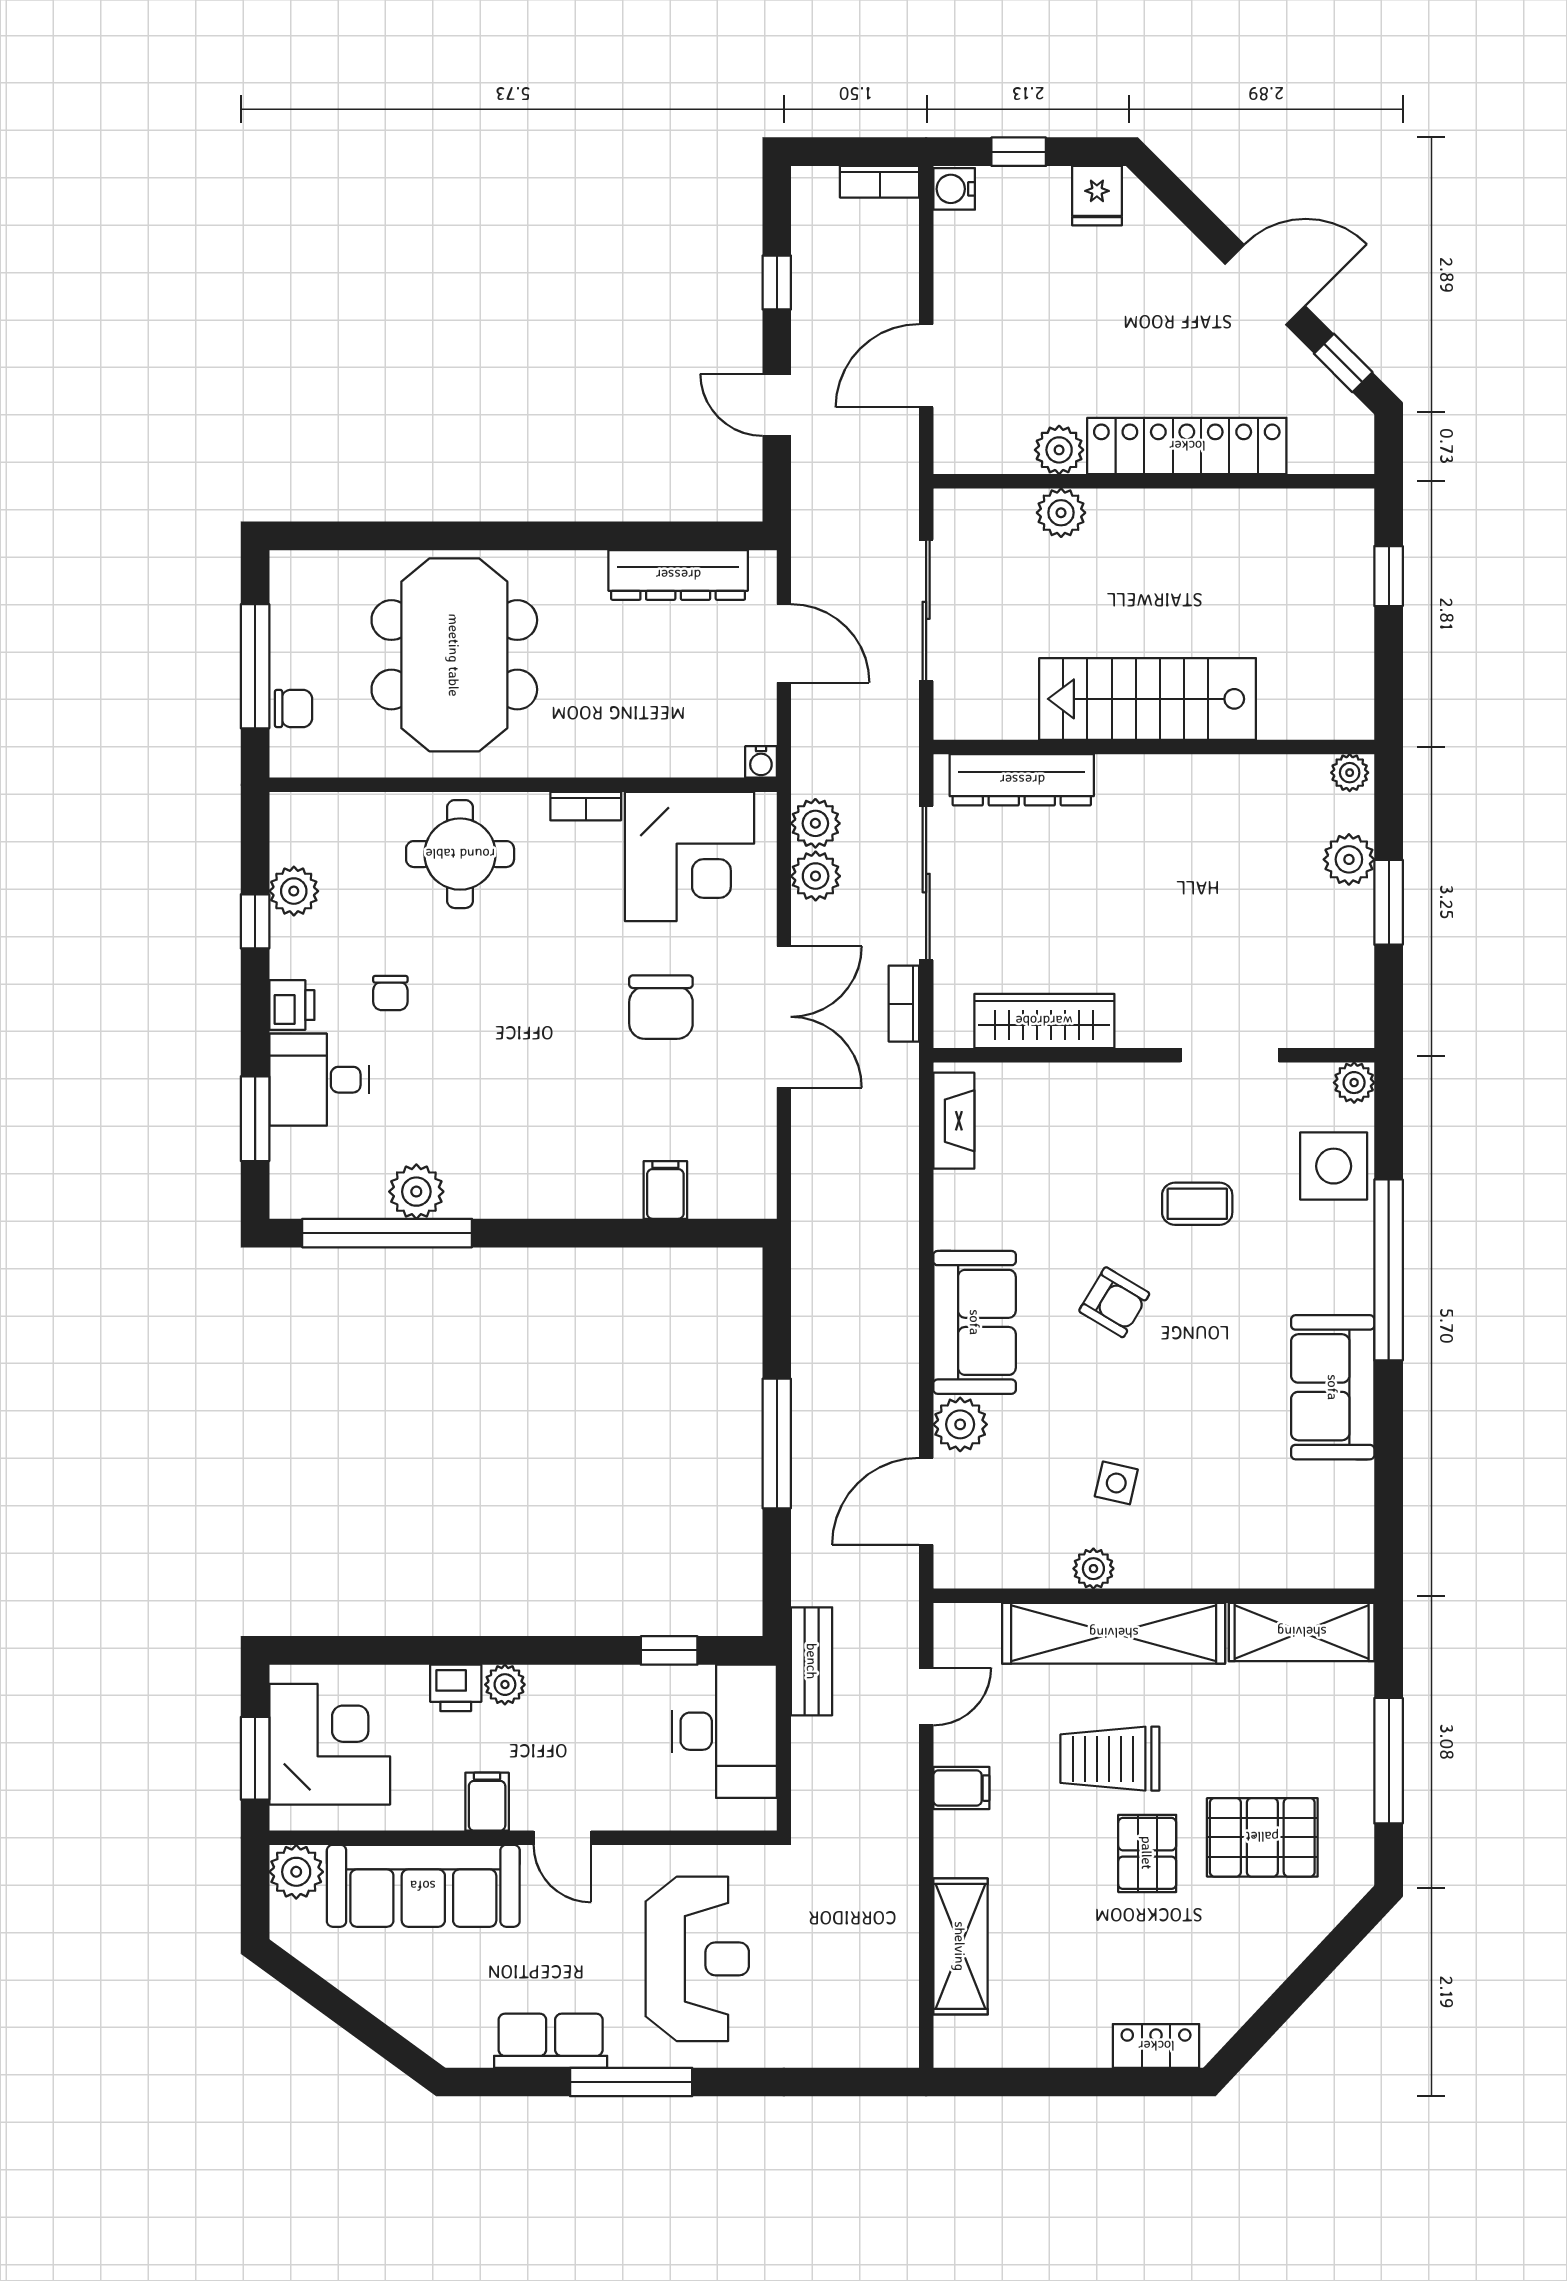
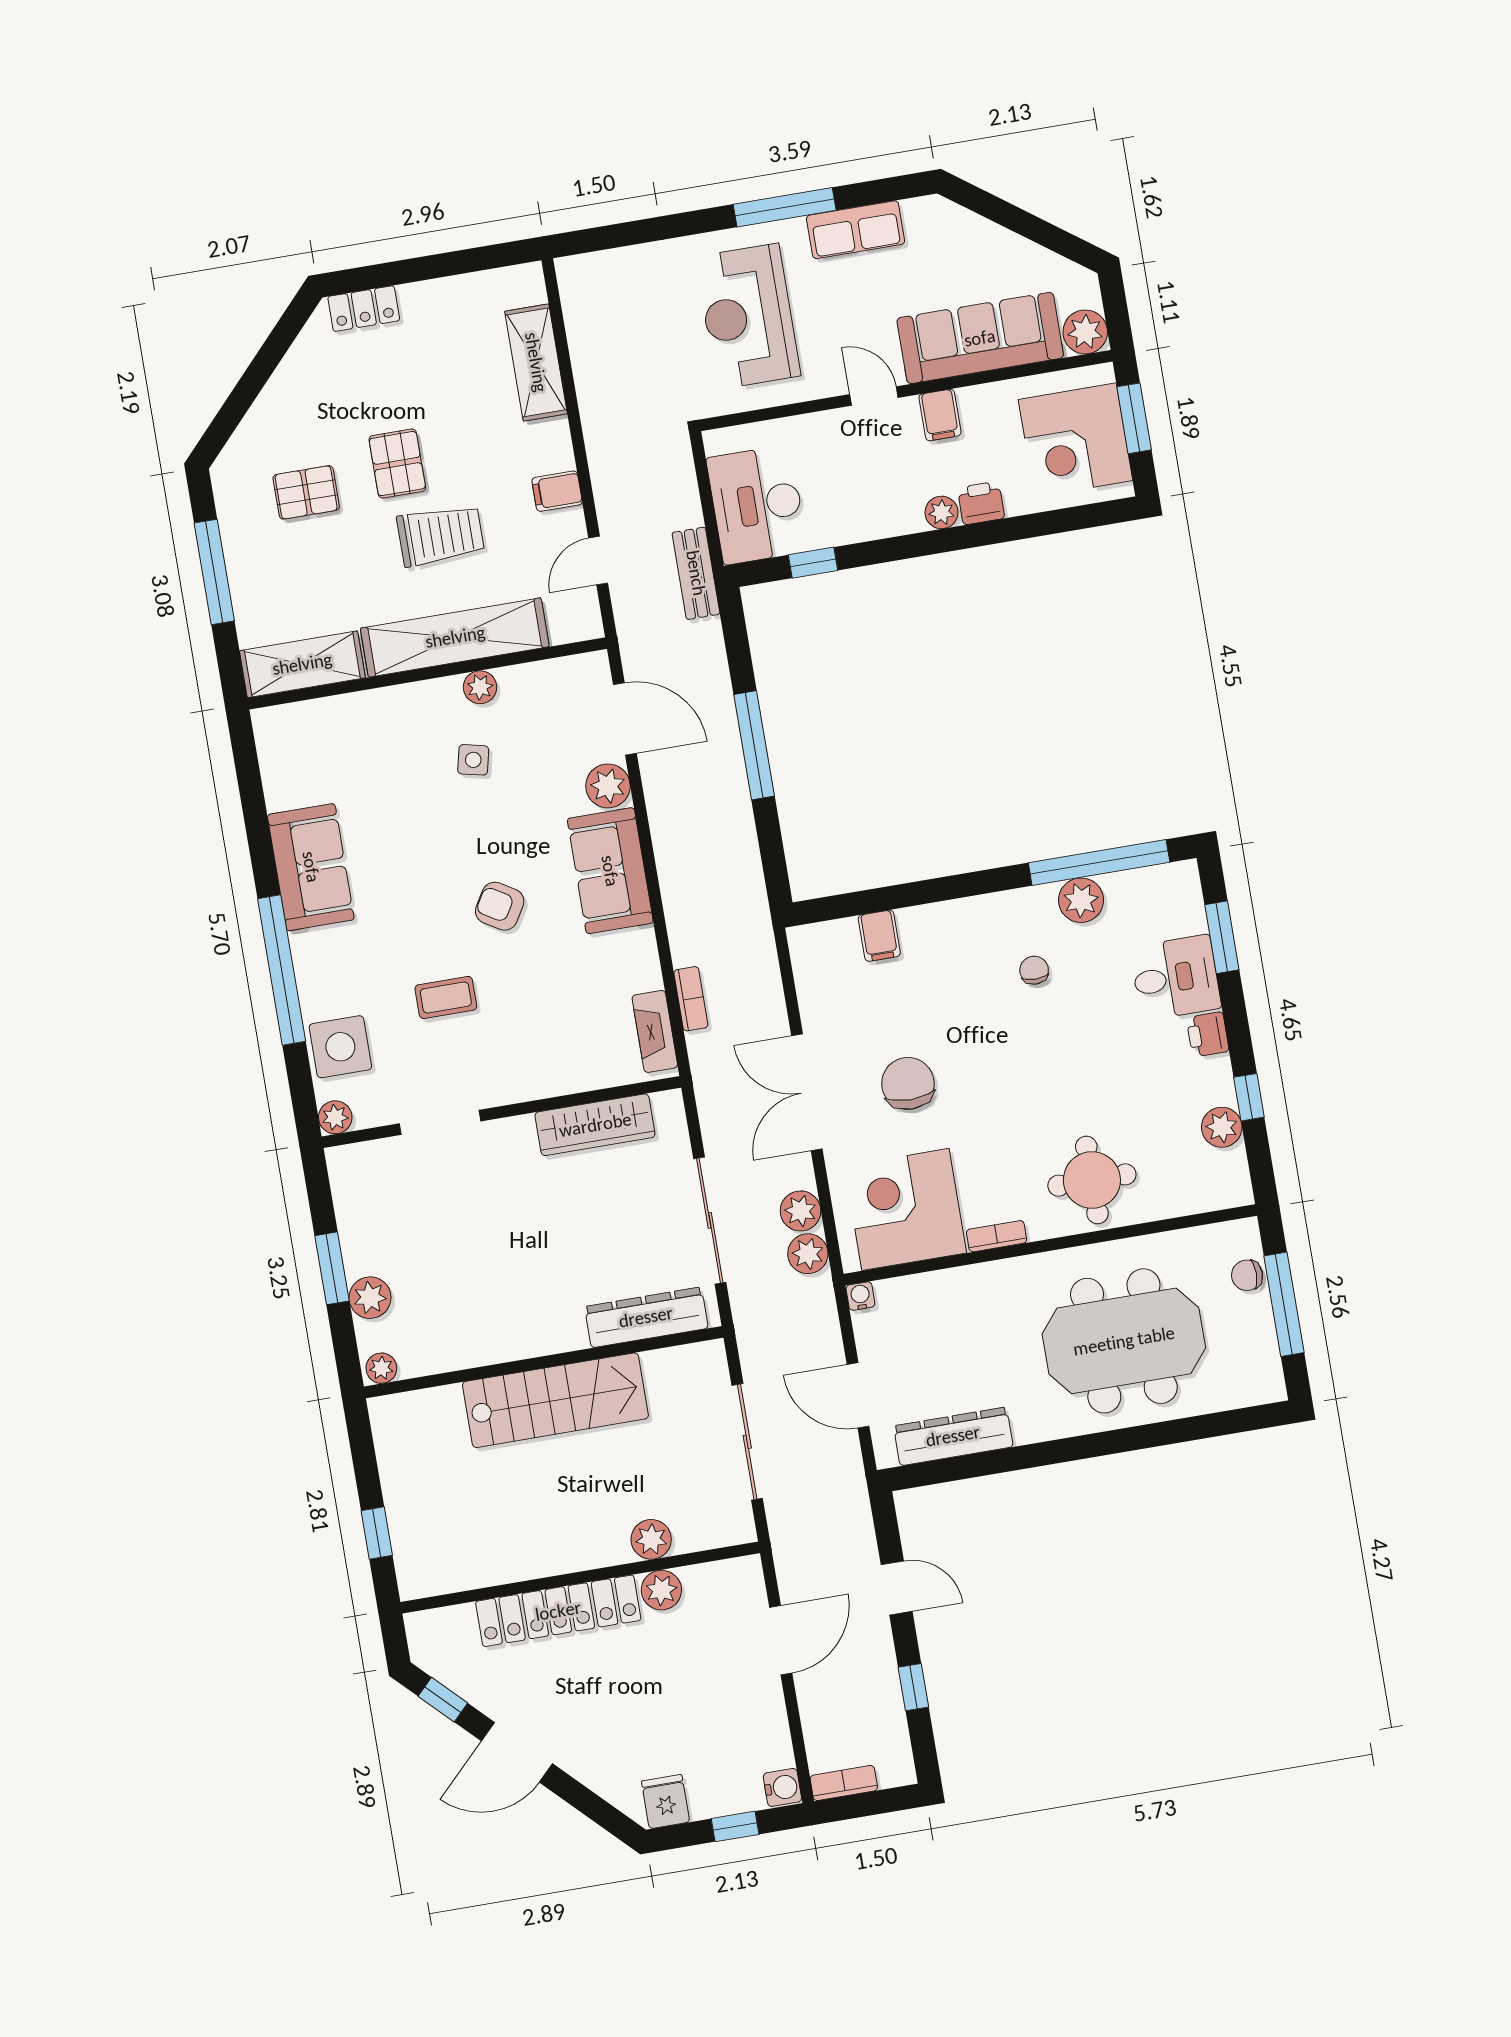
meeting table: (454, 655) -> (1124, 1341), turned 90
chair: (390, 993) -> (1034, 970), moved
bookcase: (904, 1004) -> (691, 999), moved
door: (926, 1501) -> (625, 719), hinge flipped
pallet: (1262, 1837) -> (306, 492), width x0.67, depth x0.71

